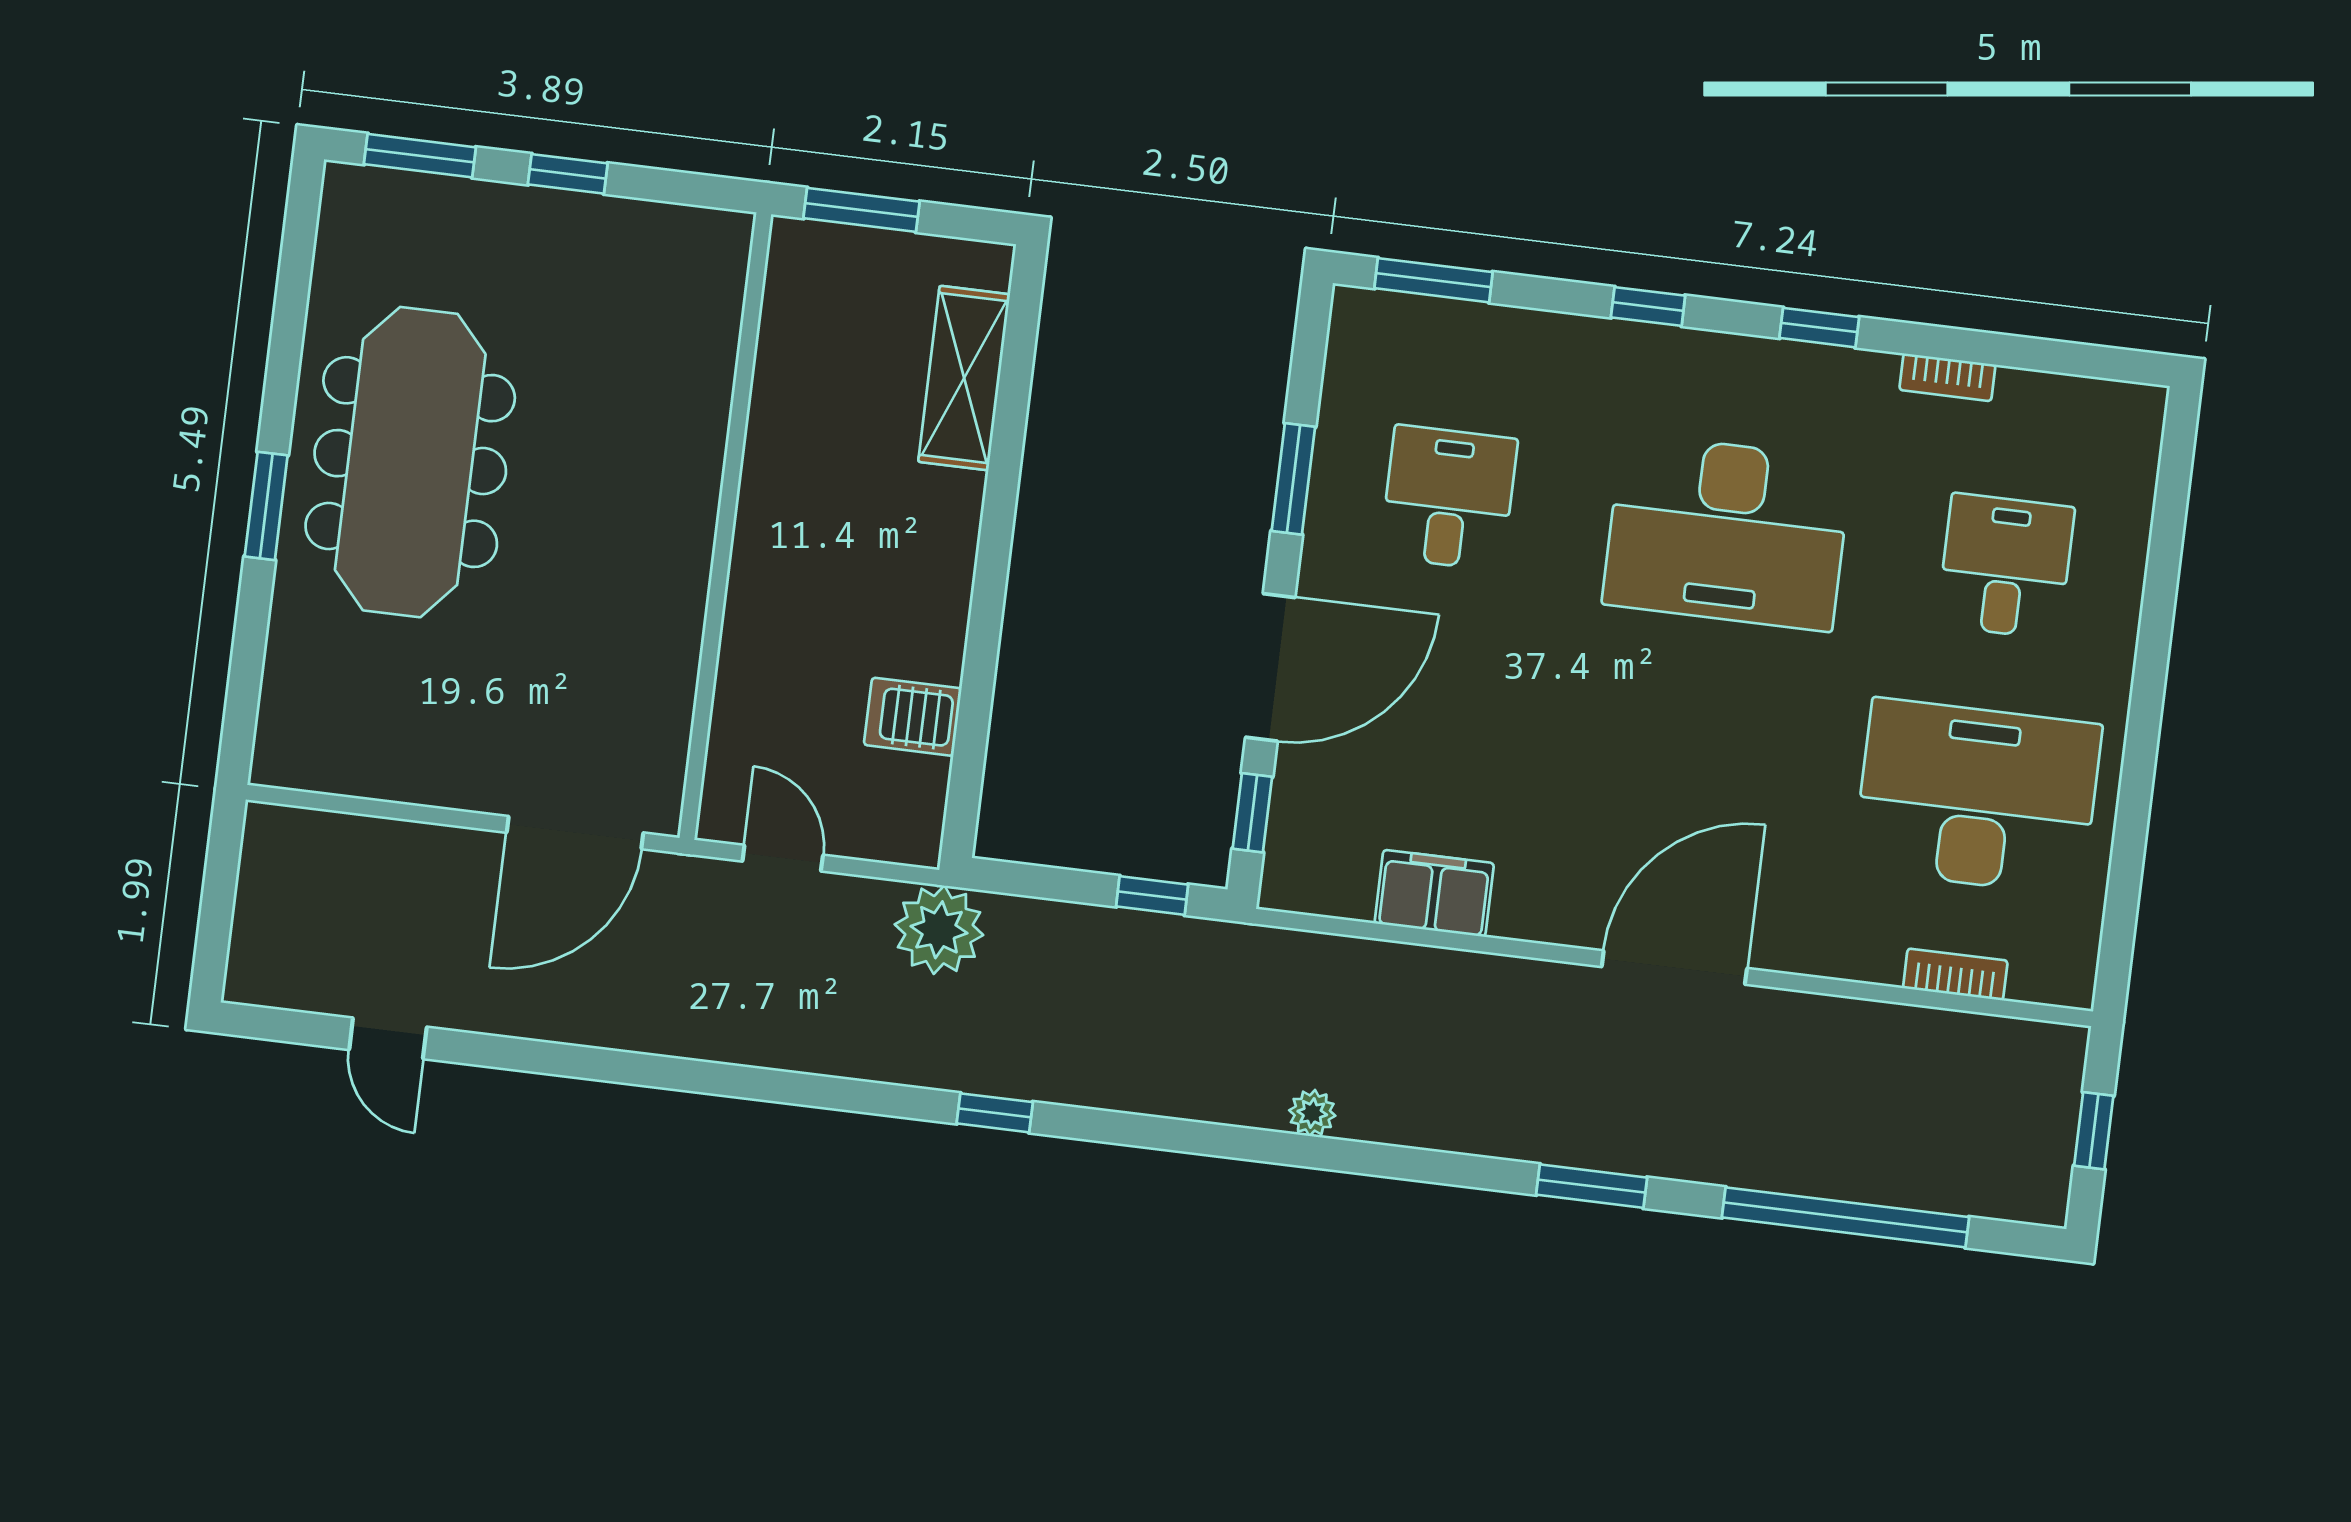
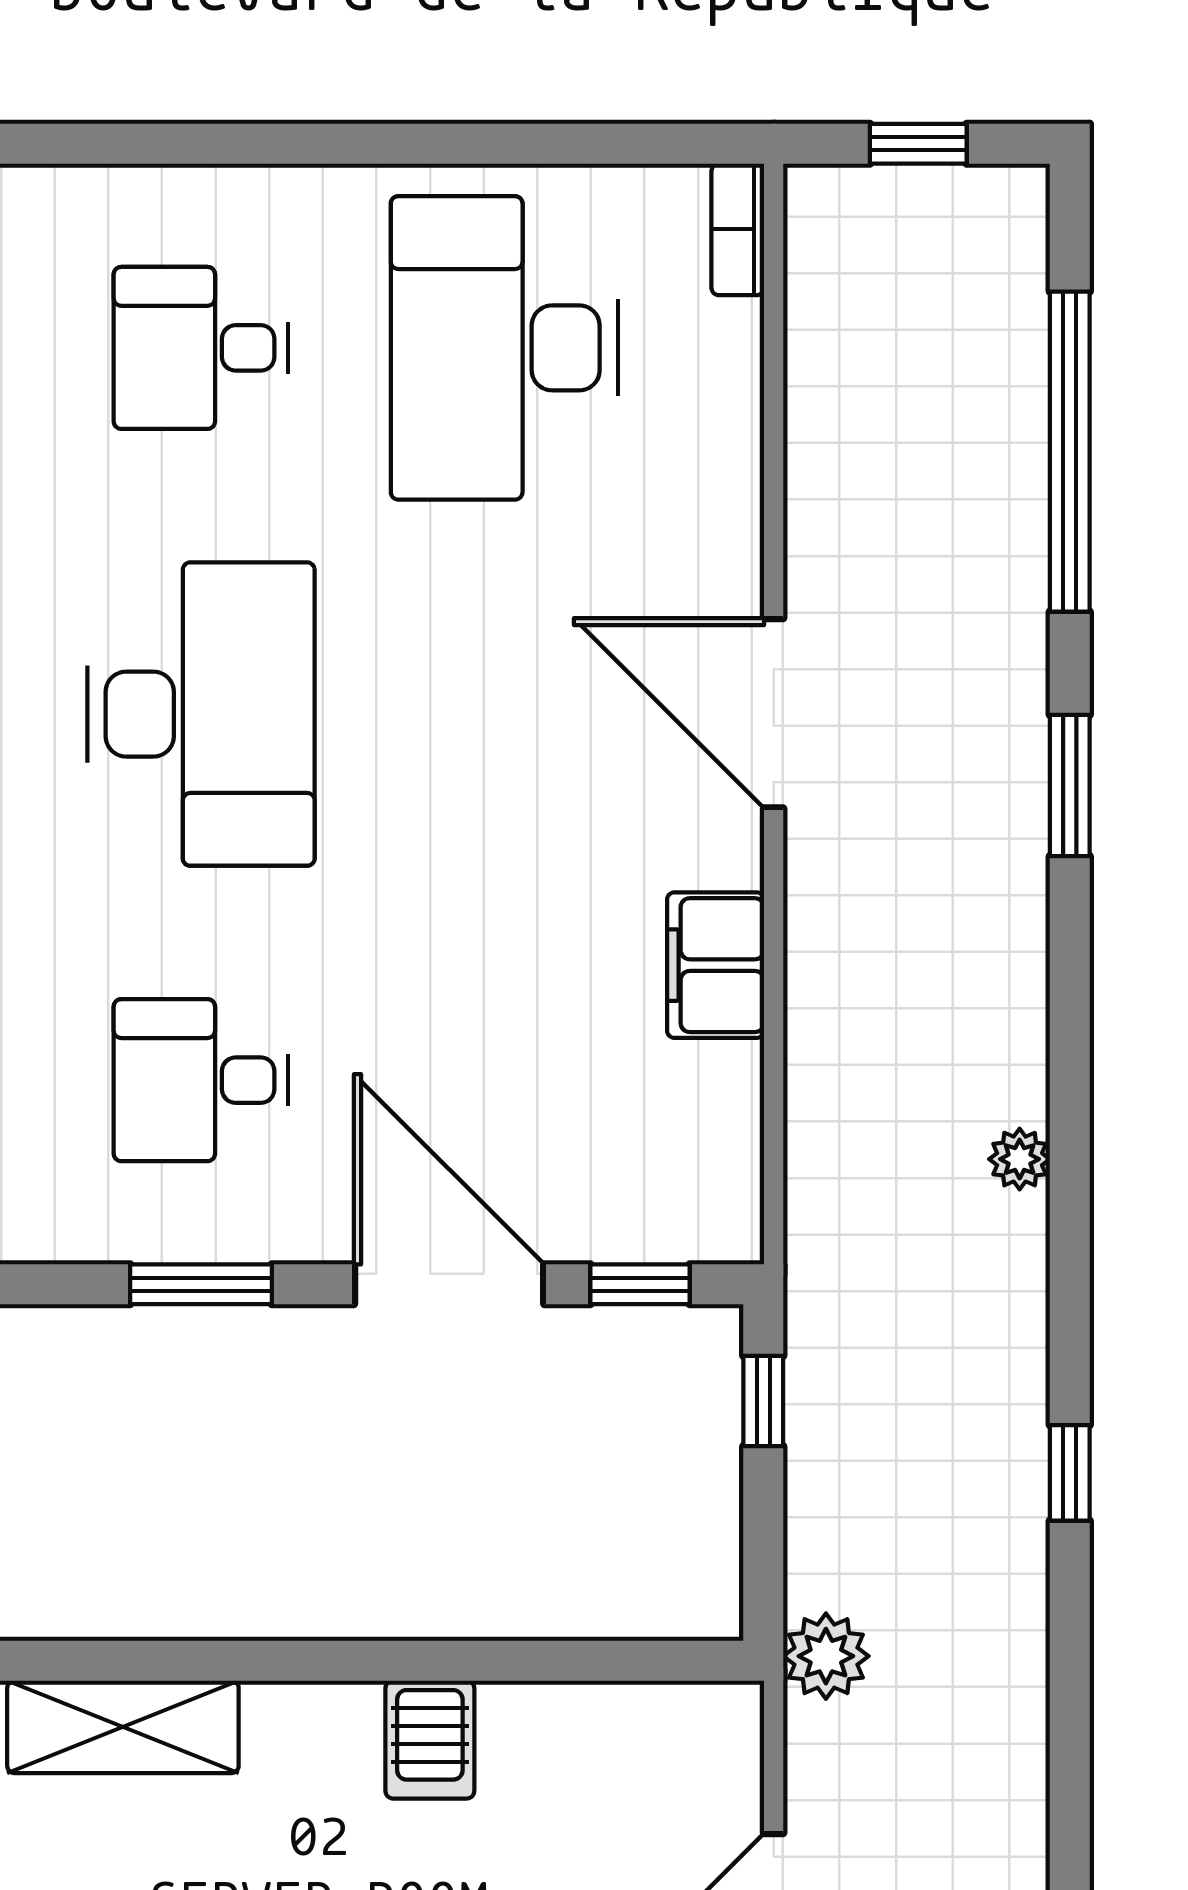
server rack: (913, 717) -> (430, 1740), moved
filing cabinet: (1434, 893) -> (716, 965), moved
plant: (939, 930) -> (826, 1656), width x0.73, depth x0.73
bookcase: (1955, 974) -> (738, 229), moved
window: (995, 1113) -> (1070, 1473), moved

